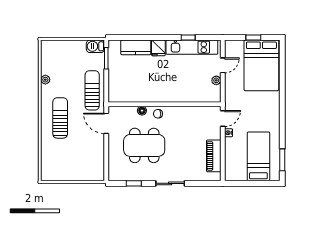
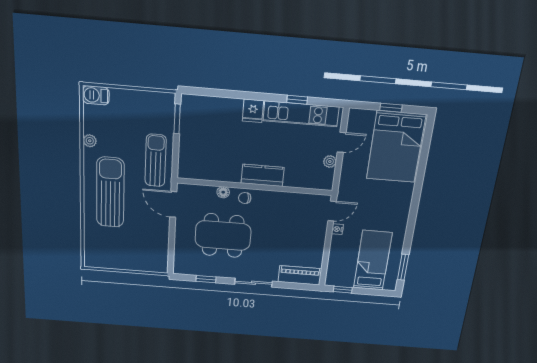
barbecue: (95, 46) -> (96, 95), moved
kitchen counter: (136, 47) -> (263, 175), moved, turned 180
sun lounger: (60, 118) -> (110, 192), width x1.36, depth x1.34
piano: (214, 156) -> (300, 275), moved, turned 90
window: (239, 183) -> (343, 290), added

